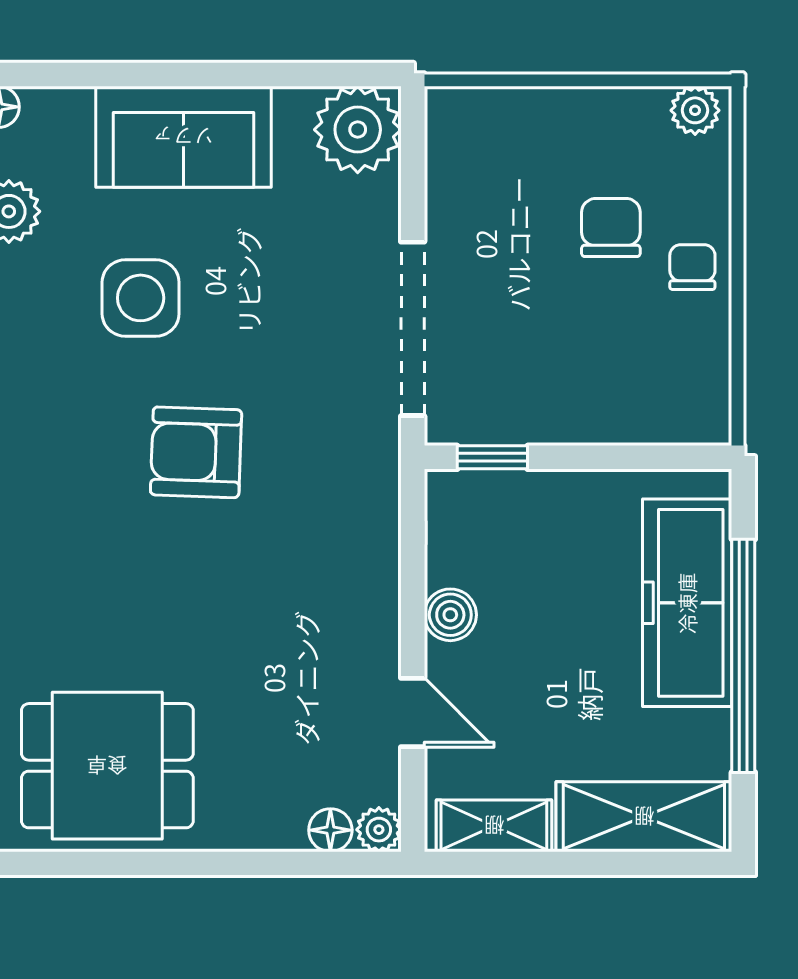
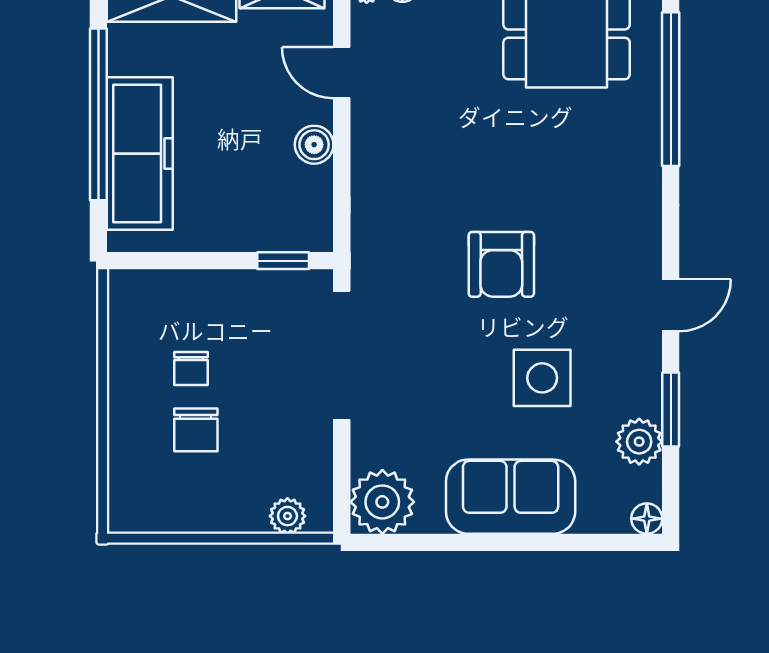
plant: (695, 110) -> (287, 516), moved
chair: (692, 267) -> (191, 369), moved
armchair: (196, 452) -> (501, 264), turned 88

